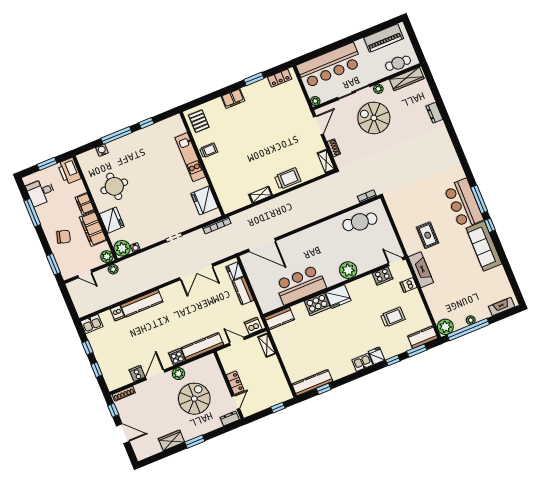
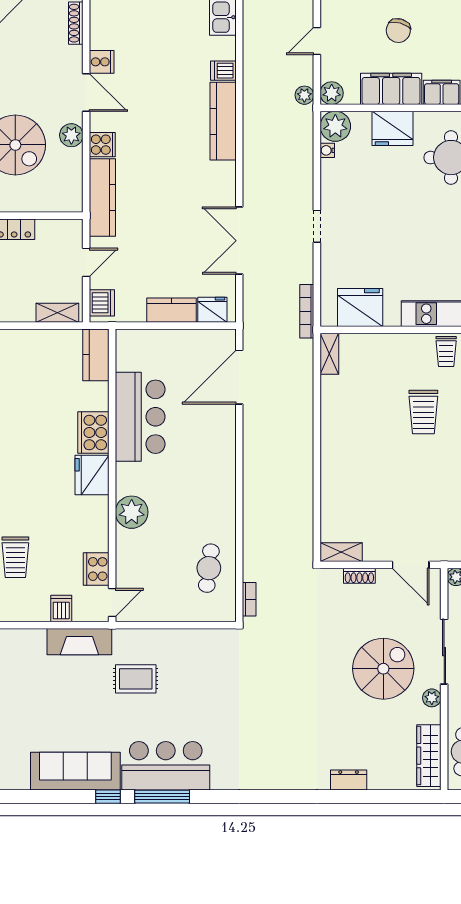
trolley: (288, 179) -> (423, 412), moved
shelving: (261, 195) -> (329, 354), moved
cafe table: (360, 222) -> (209, 568), width x0.73, depth x0.74

